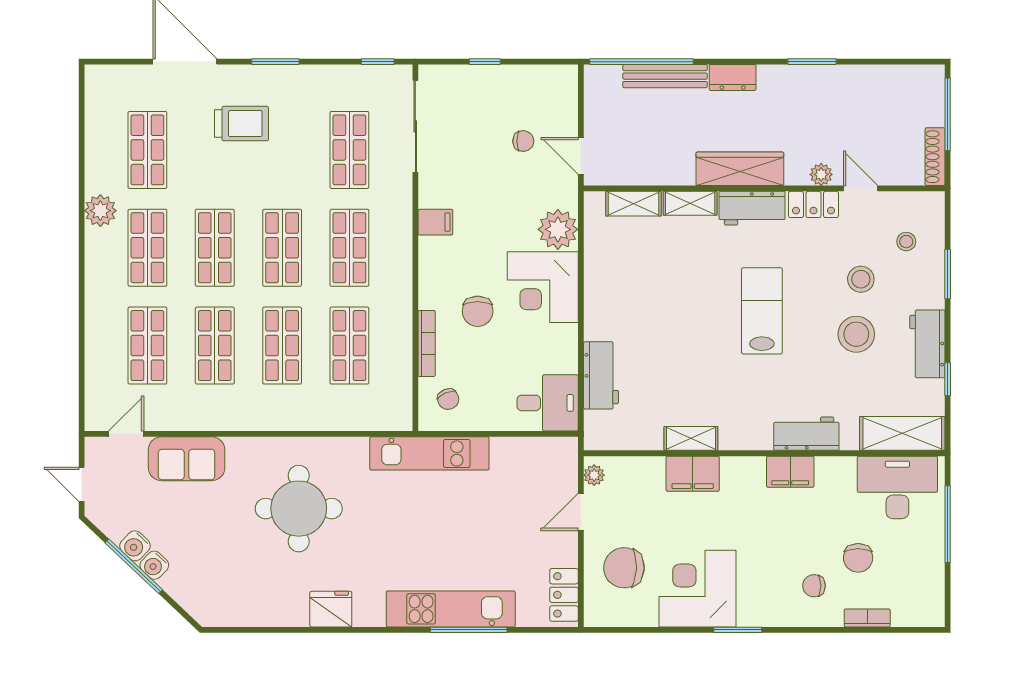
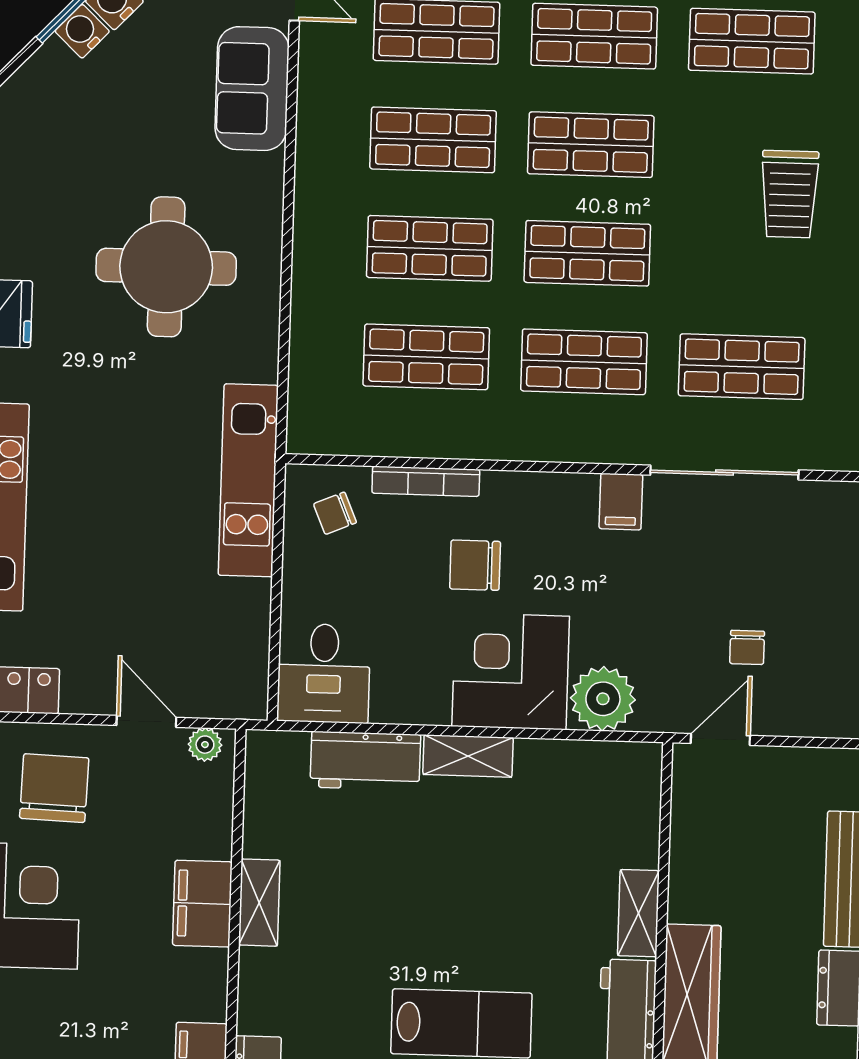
sliding door: (415, 126) -> (724, 473), moved
shelving: (634, 204) -> (468, 756), moved, turned 90

